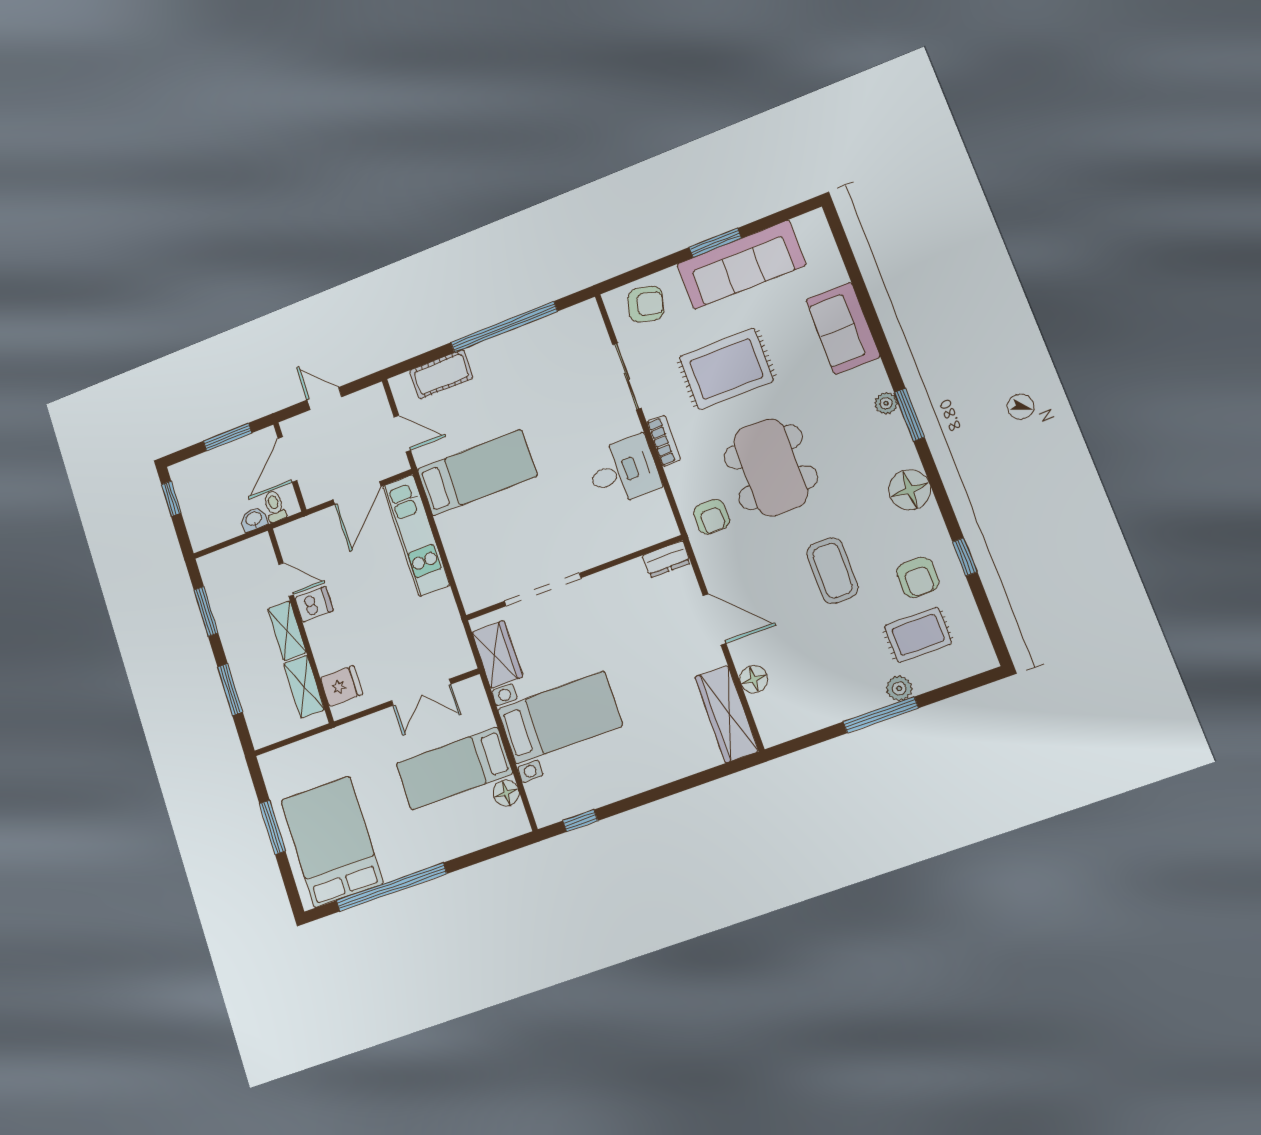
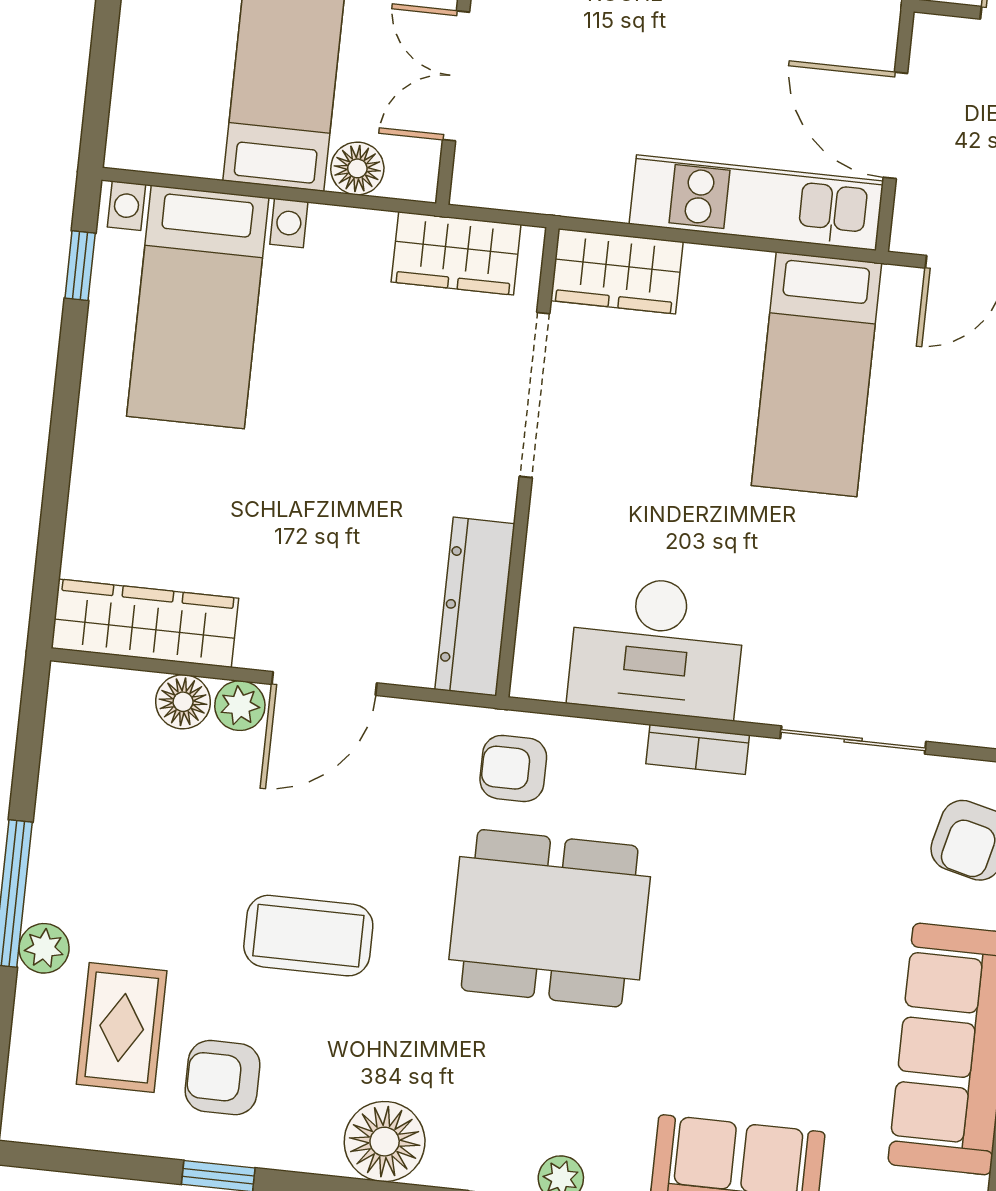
rug: (726, 369) -> (772, 928), removed
desk: (623, 471) -> (657, 647), width x1.37
dresser: (666, 559) -> (475, 606), width x1.96, depth x1.24
wardrobe: (473, 580) -> (617, 271), added
plant: (743, 653) -> (240, 706), added
bed with nightstands: (560, 718) -> (198, 307), moved
floor lamp: (506, 793) -> (357, 168), moved

